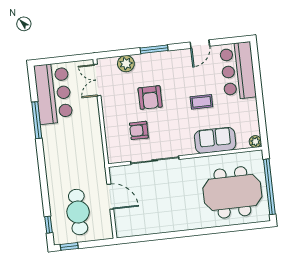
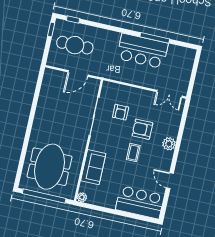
window: (154, 49) -> (178, 145), removed
plant: (126, 64) -> (169, 144), moved
double door: (97, 80) -> (169, 94), swing flipped
bar counter: (53, 93) -> (142, 51), moved
coffee table: (201, 102) -> (133, 153), moved
armchair: (139, 130) -> (121, 112), turned 180

